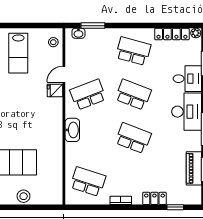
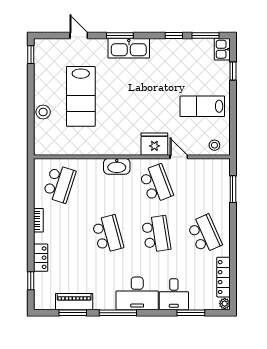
washbasin: (78, 33) -> (224, 173), removed
school desk: (133, 51) -> (204, 234), turned -39
fridge: (55, 91) -> (154, 144), width x1.88, depth x1.34
school desk: (133, 95) -> (156, 234), turned -30
school desk: (133, 138) -> (108, 234), turned -36

